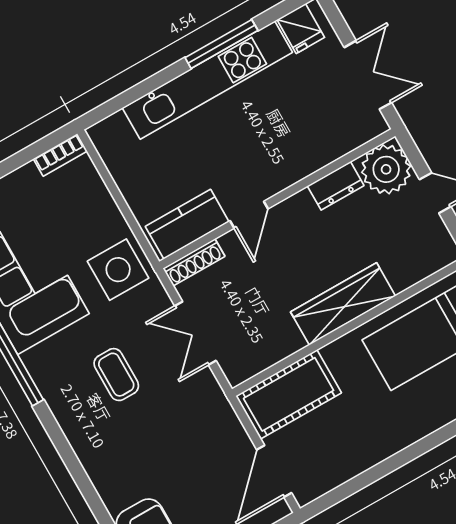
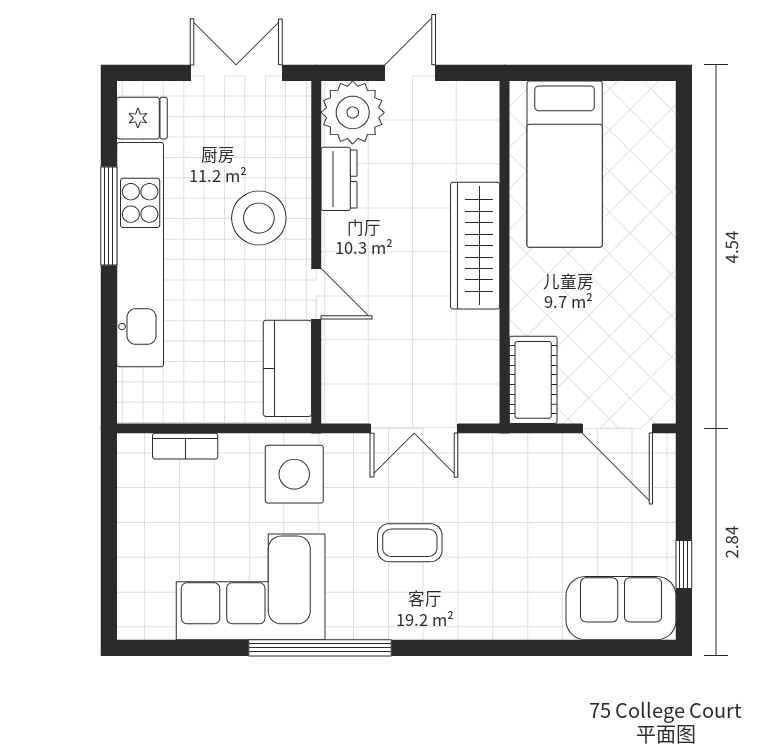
stool: (278, 147) -> (259, 218), added
bookcase: (60, 155) -> (185, 446), moved, turned 90
shoe rack: (194, 262) -> (334, 385), removed
cot: (289, 394) -> (533, 380), width x0.73, depth x0.75

